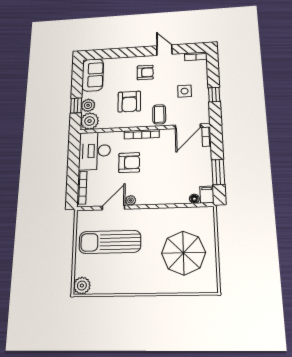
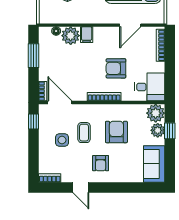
armchair: (145, 72) -> (101, 163), turned -90
window: (214, 95) -> (34, 121), moved
coffee table: (159, 114) -> (84, 133), moved
door: (188, 126) -> (60, 103), hinge flipped
desk: (95, 151) -> (150, 87), width x0.73
filing cabinet: (207, 195) -> (87, 35), moved
plant: (131, 200) -> (71, 36), moved, width x1.88, depth x1.88

